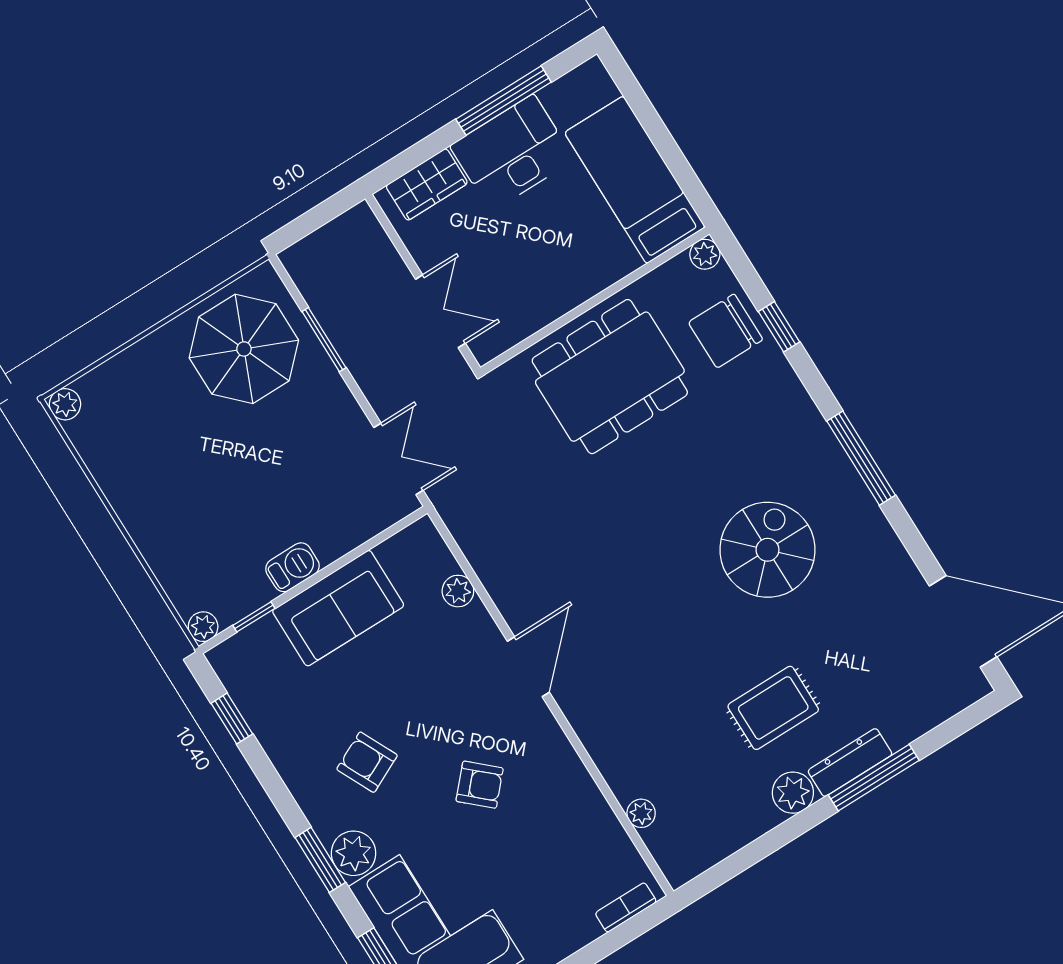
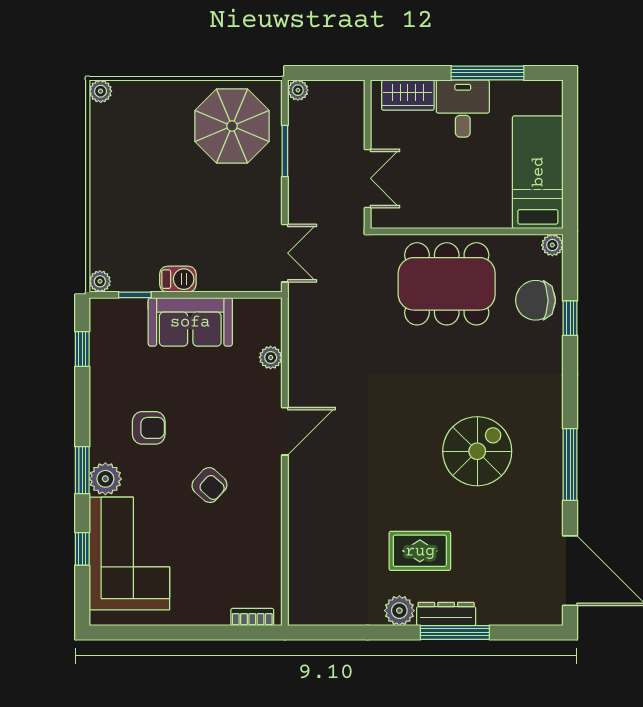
desk: (512, 153) -> (463, 108), width x0.73
window: (861, 458) -> (570, 464), moved
armchair: (367, 762) -> (149, 428), turned 116
plant: (641, 813) -> (298, 90), moved

